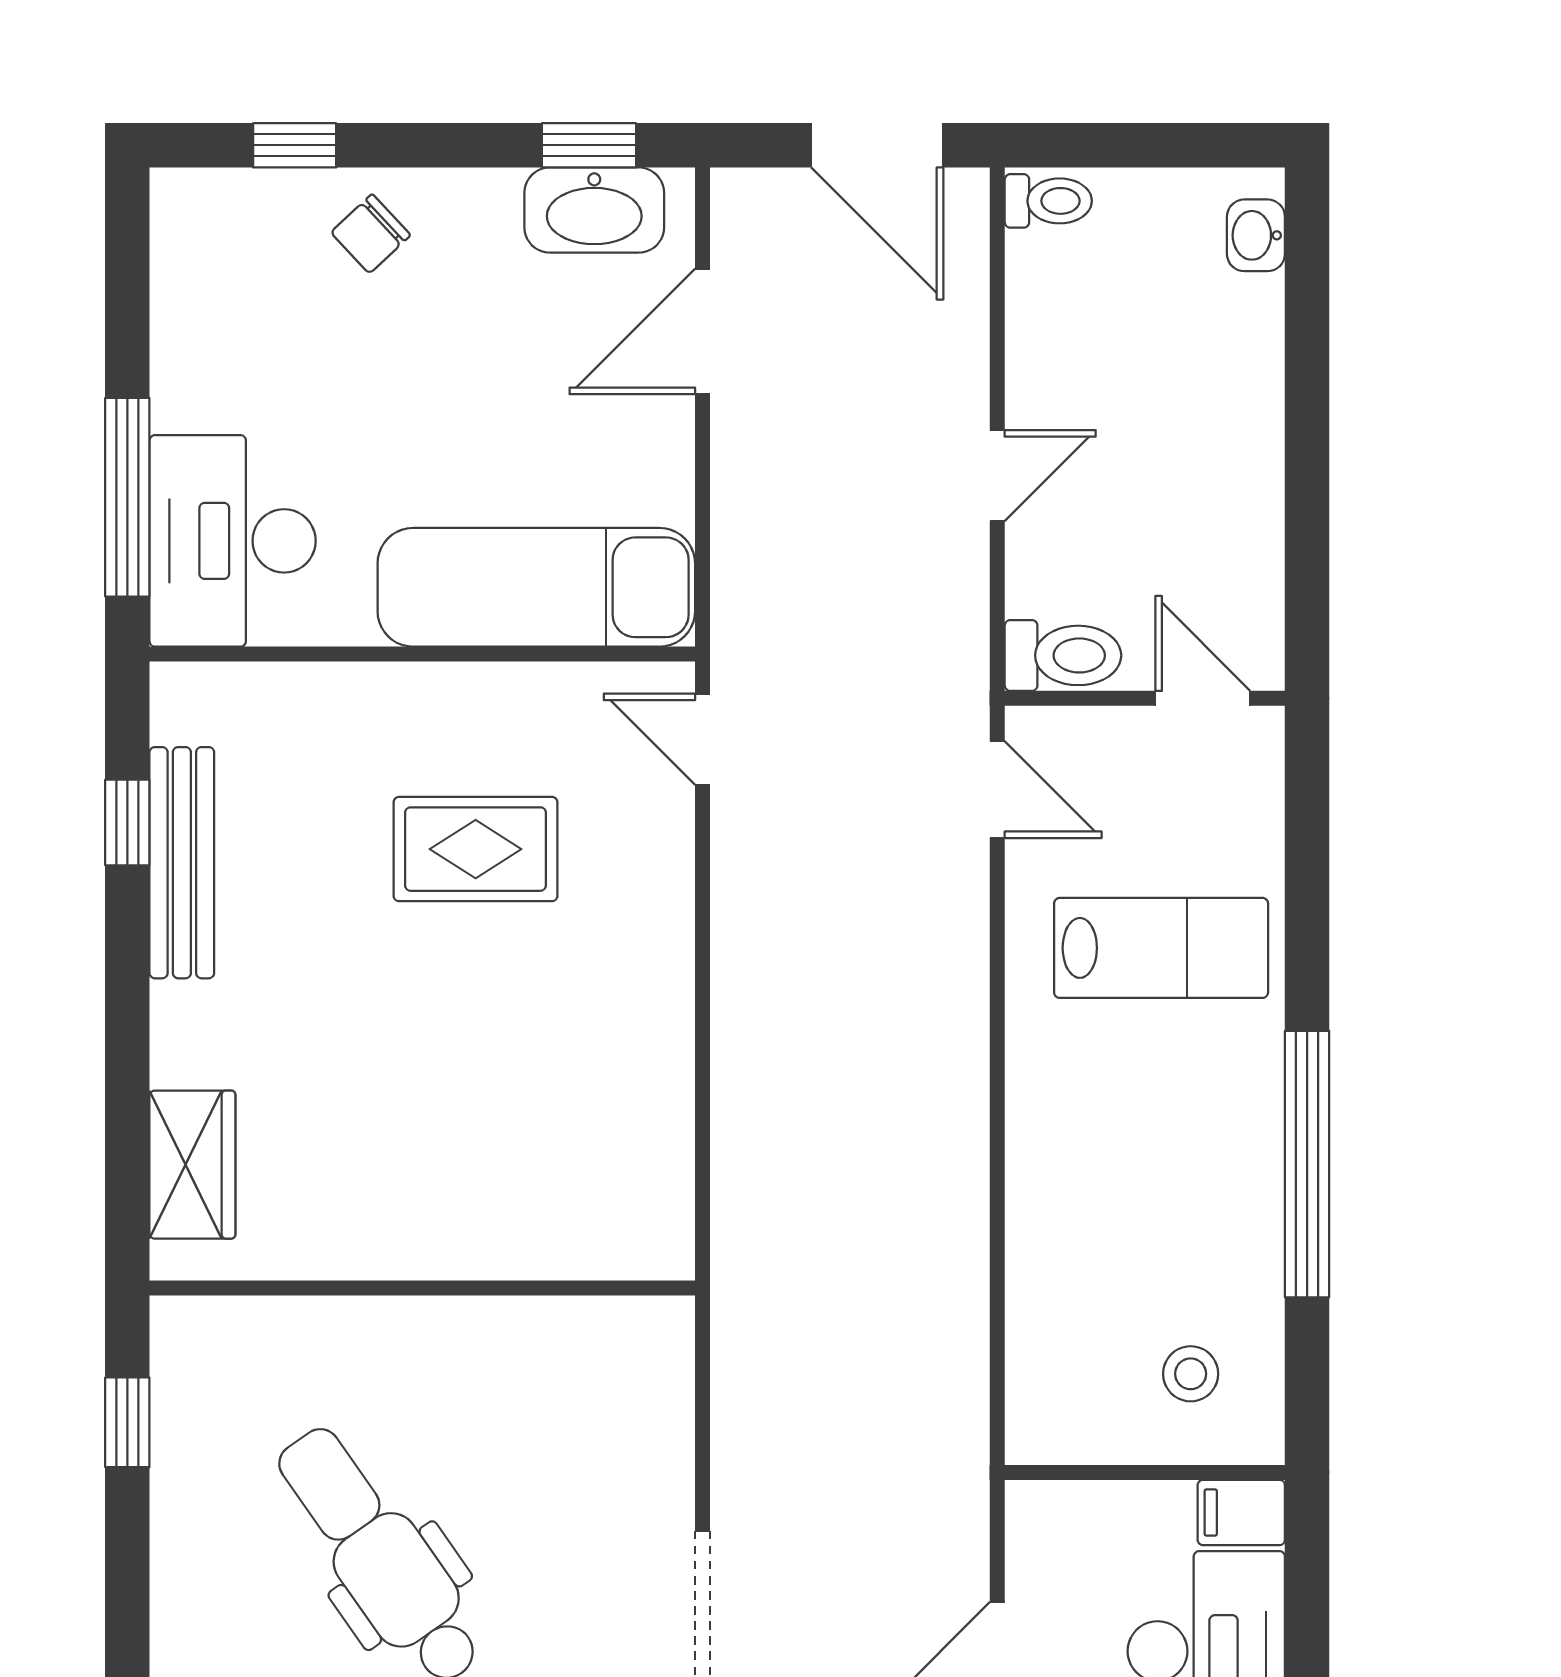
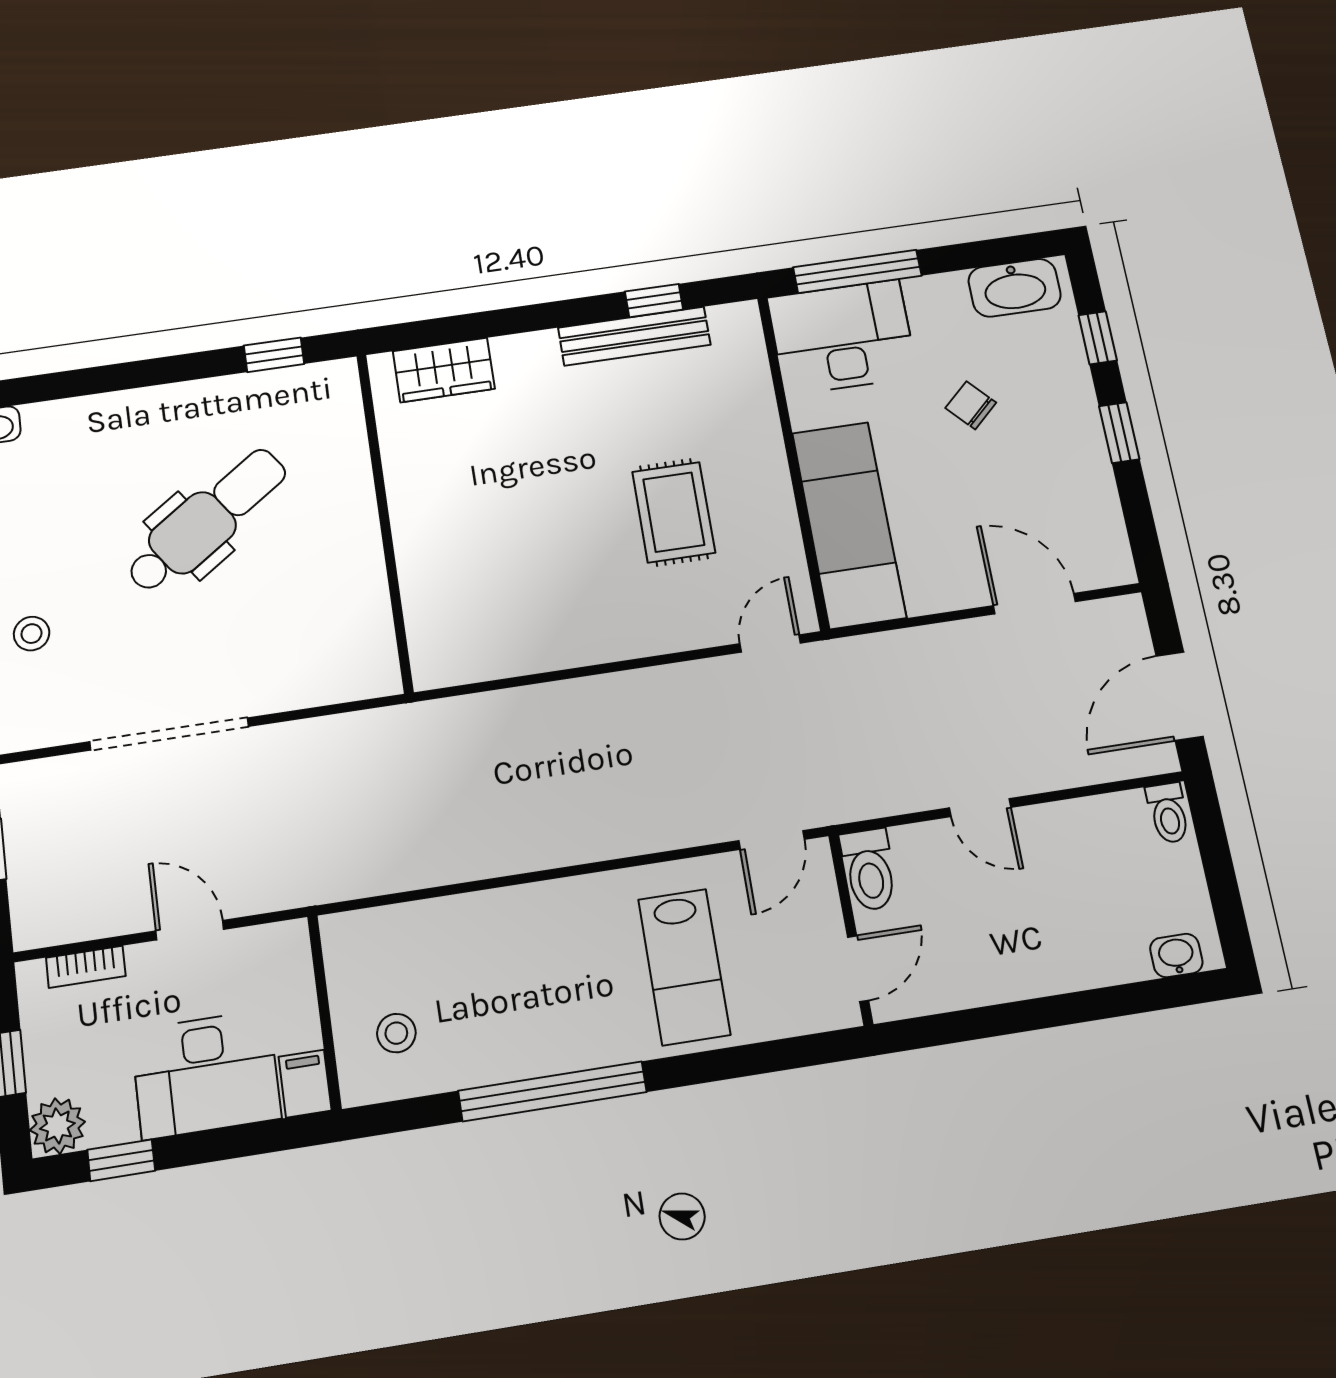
window: (589, 145) -> (1119, 433), moved
washbasin: (594, 210) -> (1015, 288), moved, turned -90
chair: (371, 234) -> (971, 405), moved

